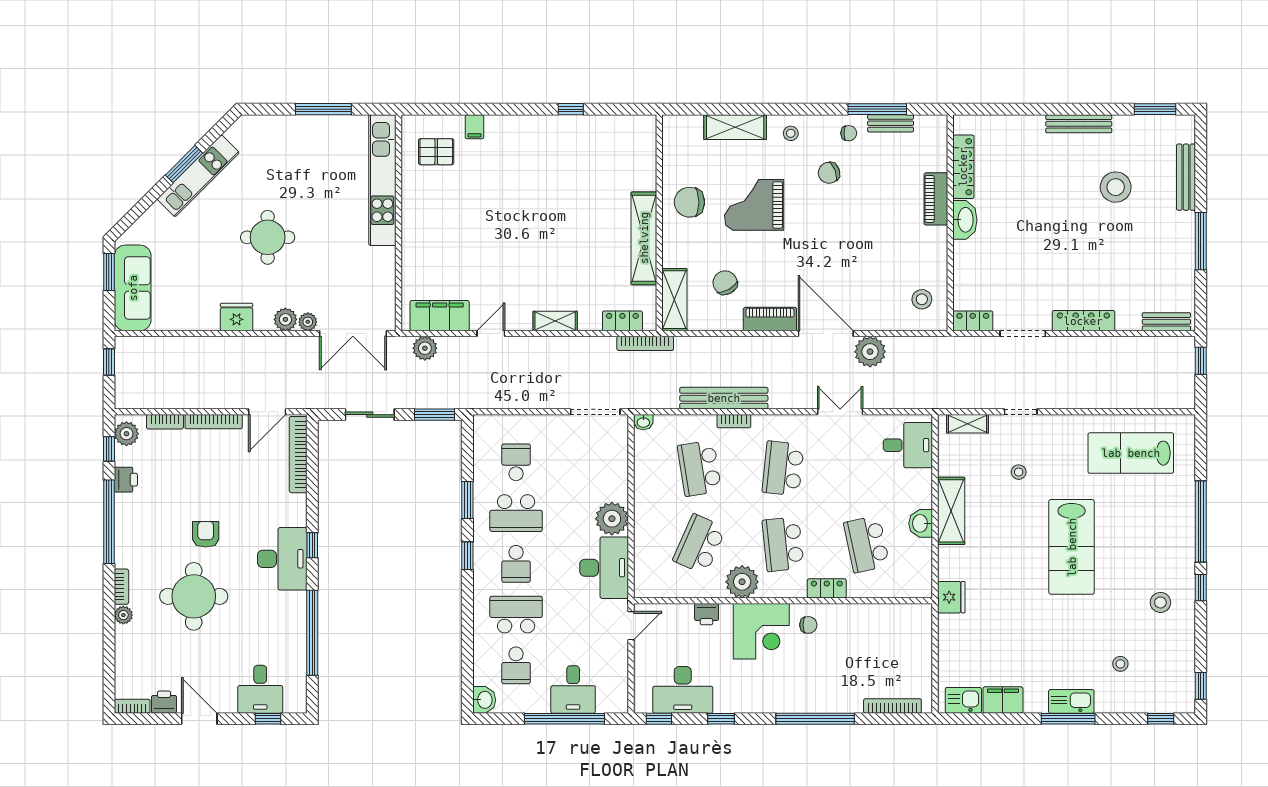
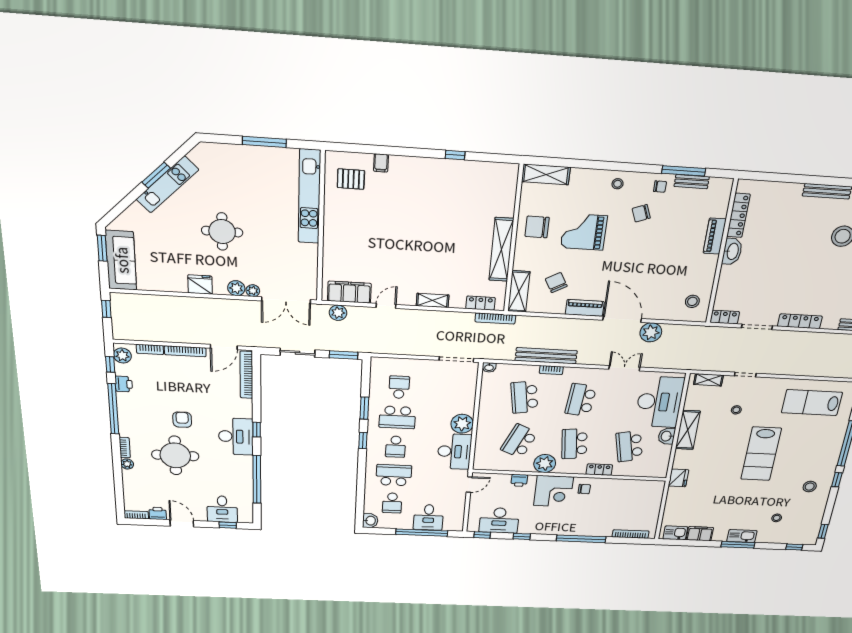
shelving: (735, 127) -> (546, 174), moved
desk: (908, 445) -> (659, 402), width x1.87, depth x1.30

